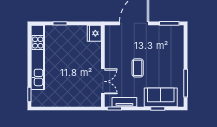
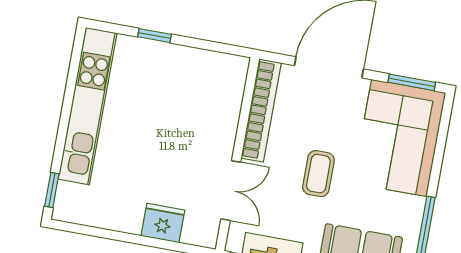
fridge: (94, 33) -> (163, 223), moved, turned 90
bookcase: (109, 46) -> (261, 110), added
corner sofa: (168, 47) -> (399, 138), added

